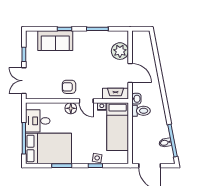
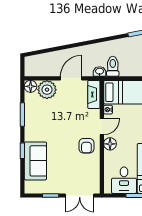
floor lamp: (123, 36) -> (31, 86), added

